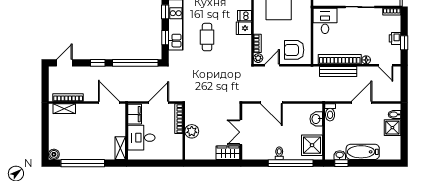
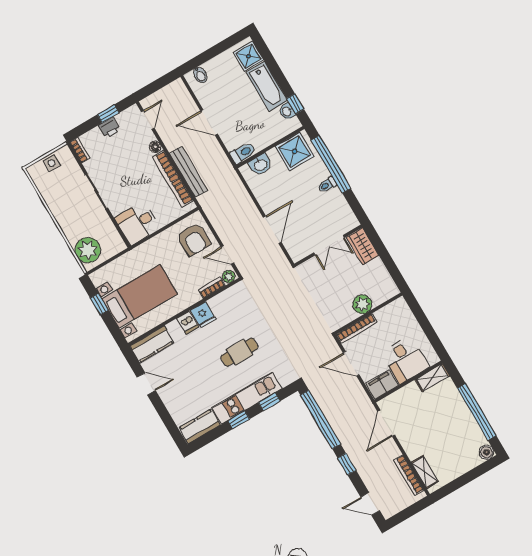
shower: (392, 128) -> (249, 56), moved

